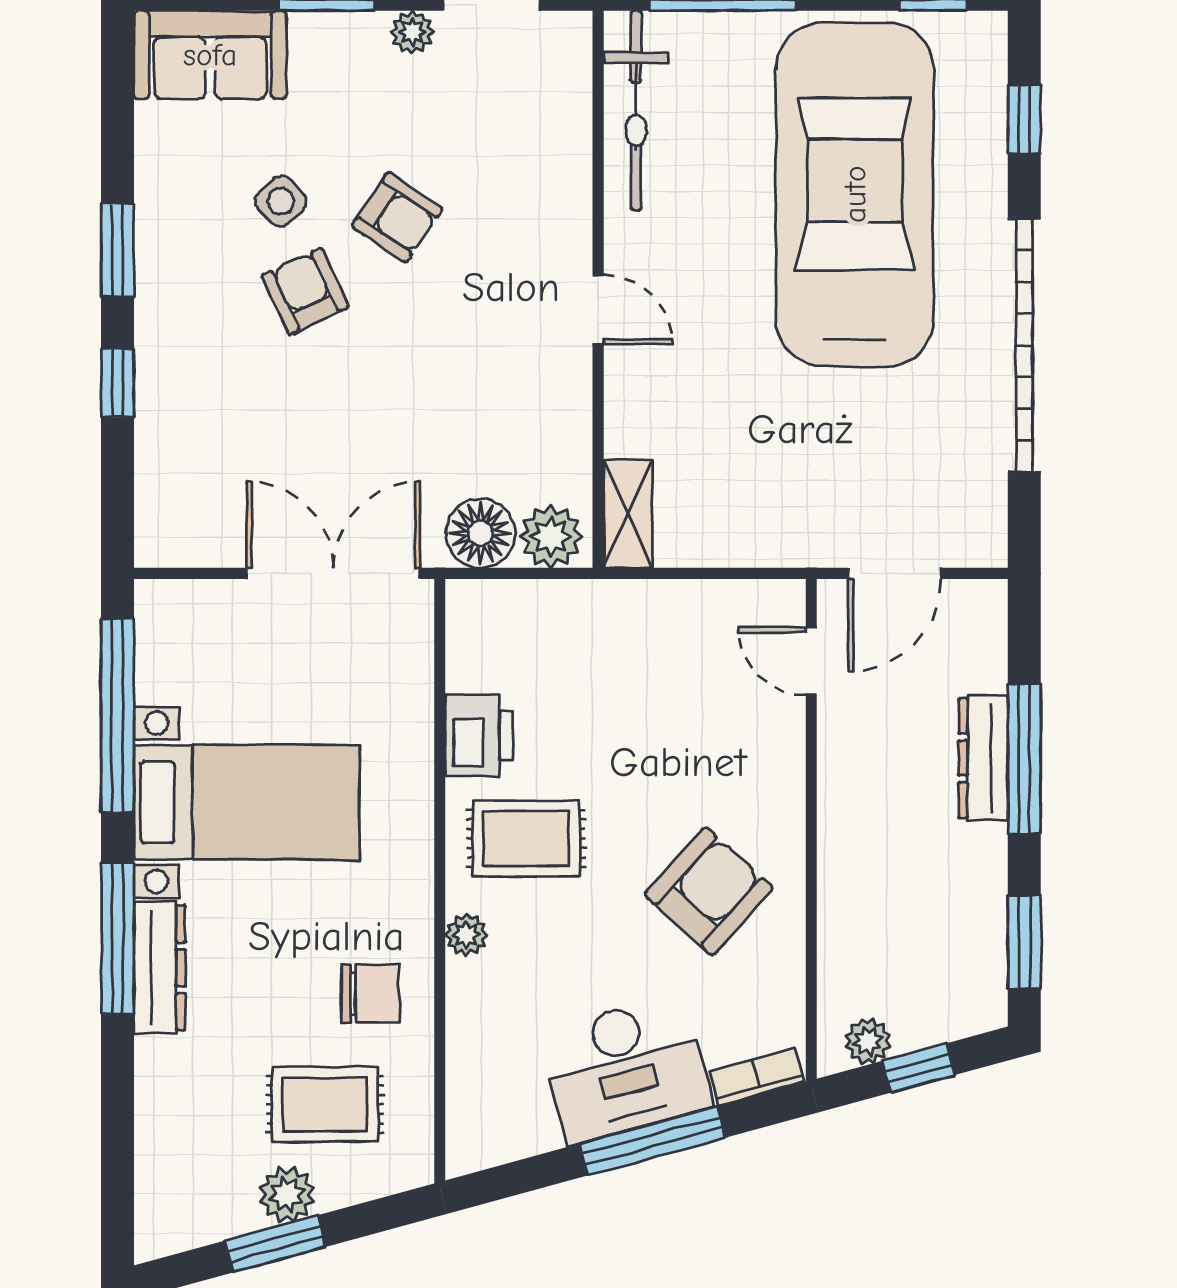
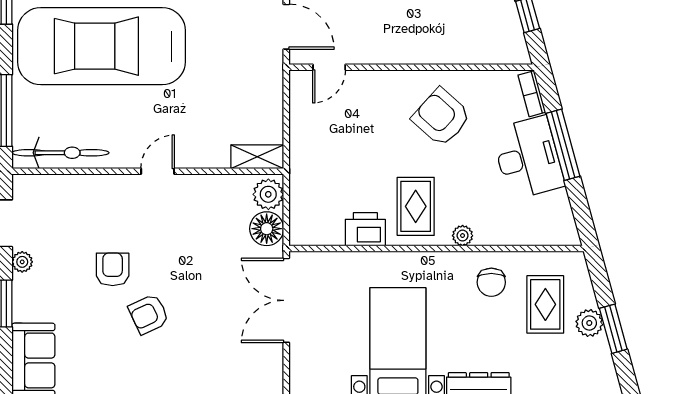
side table: (281, 201) -> (105, 326), removed
armchair: (397, 217) -> (113, 269), turned -34
chair: (371, 994) -> (491, 282), turned 180
plant: (868, 1041) -> (514, 40), removed

